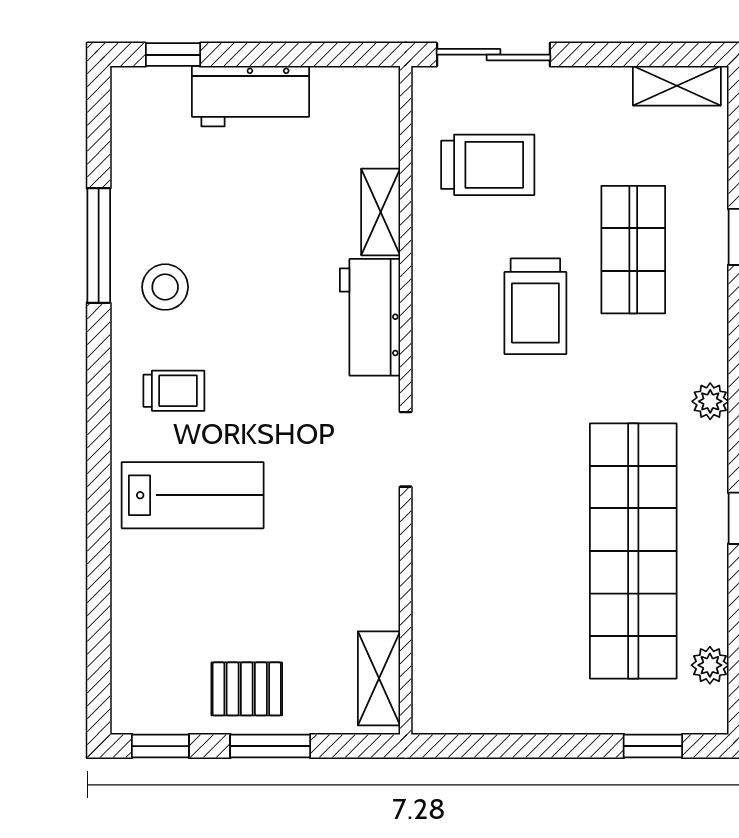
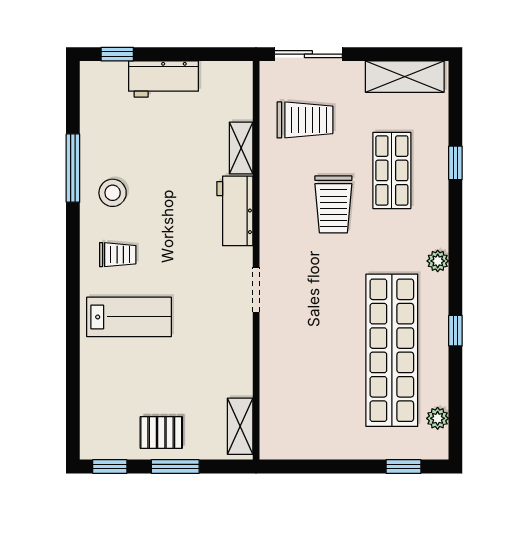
shelving: (677, 86) -> (405, 77), width x1.50, depth x1.33

